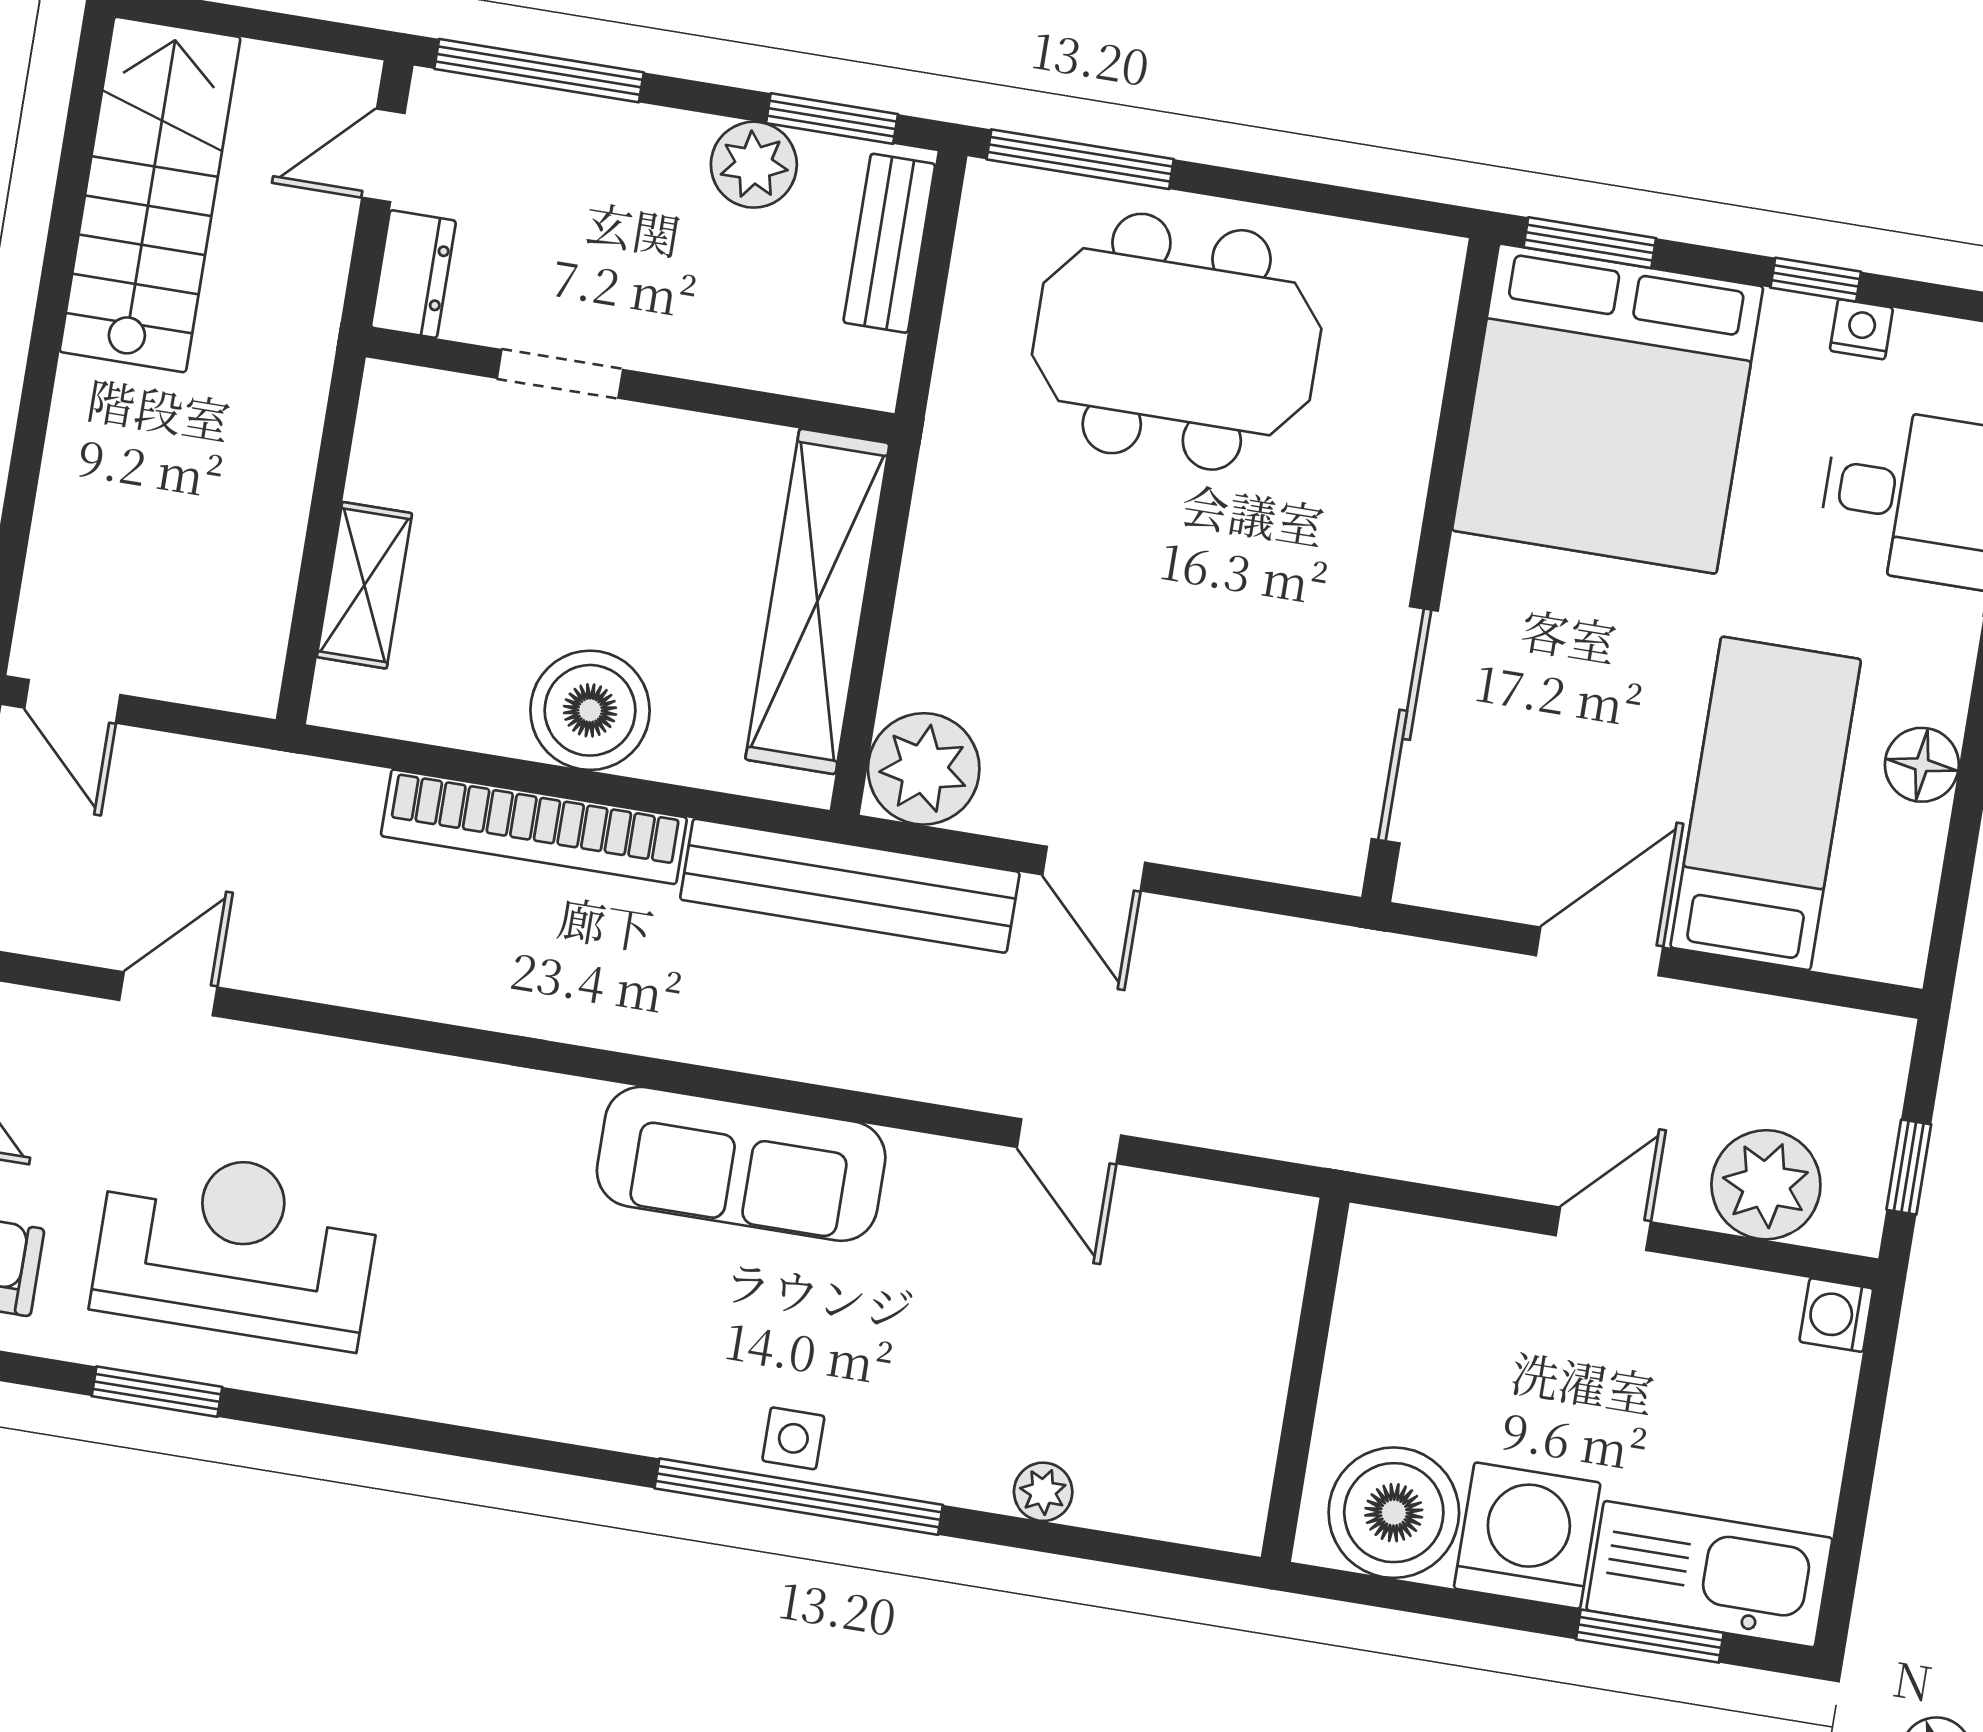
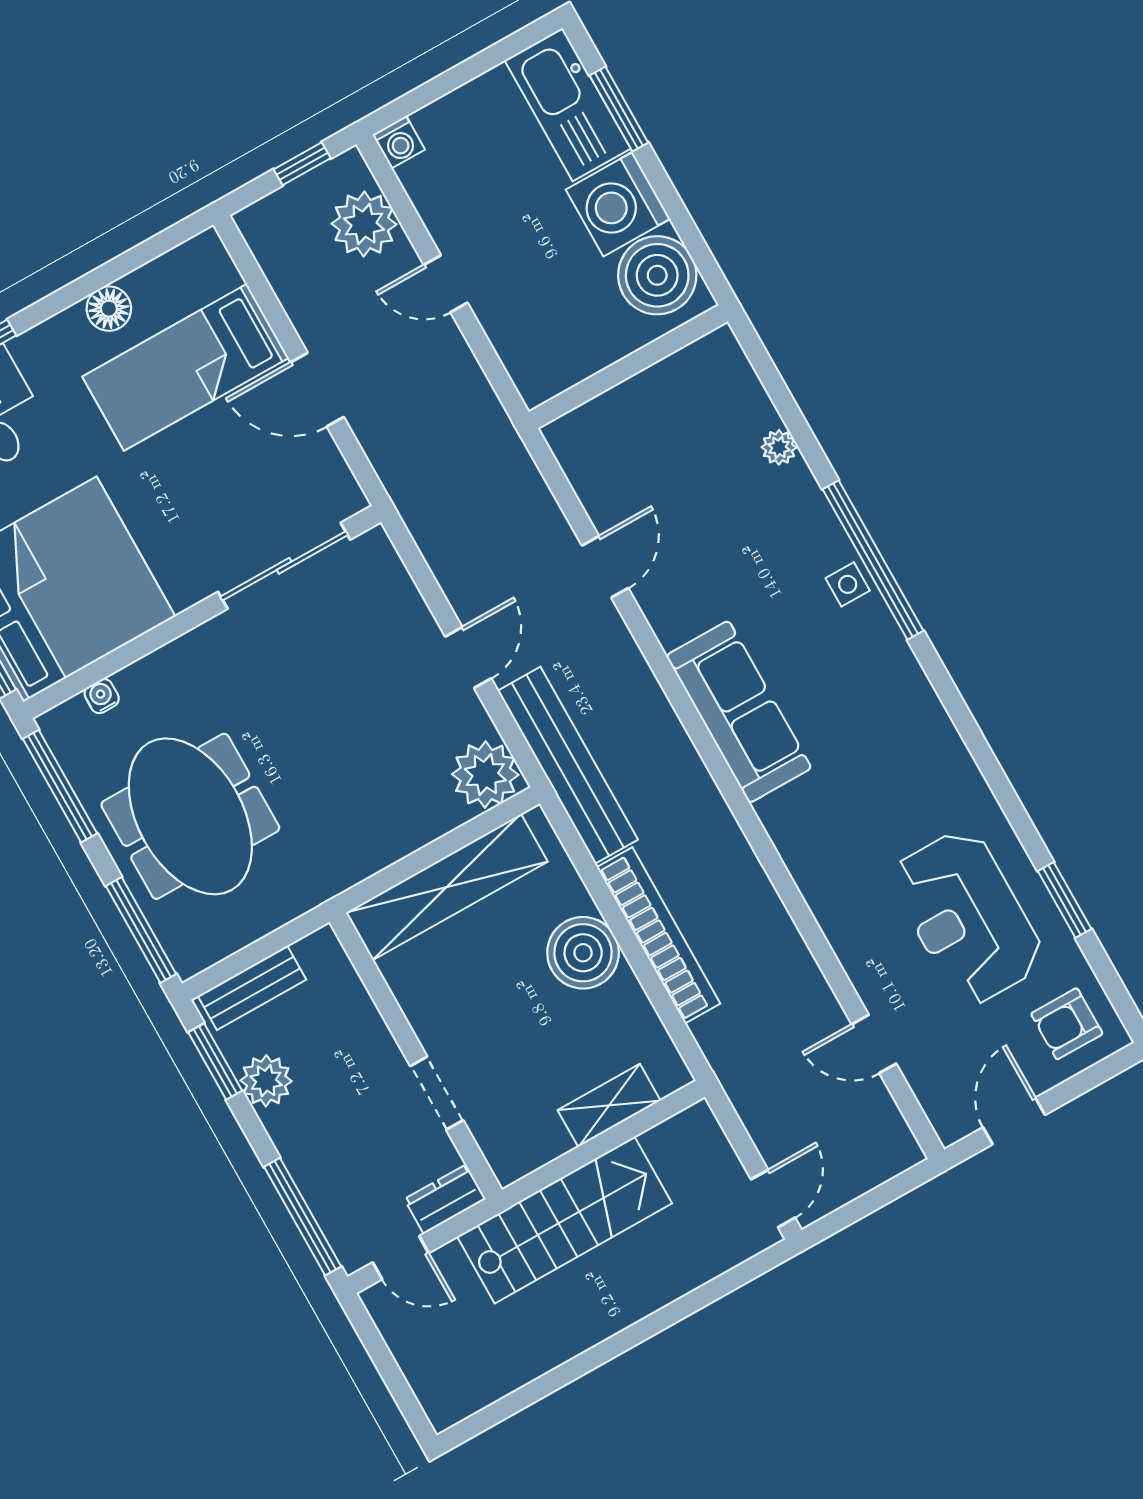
stairs: (150, 195) -> (565, 1220), moved, turned 180
window: (1352, 204) -> (60, 786), added
water cooler: (1425, 352) -> (102, 696), added

